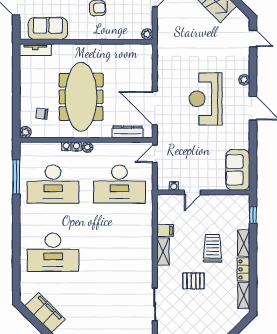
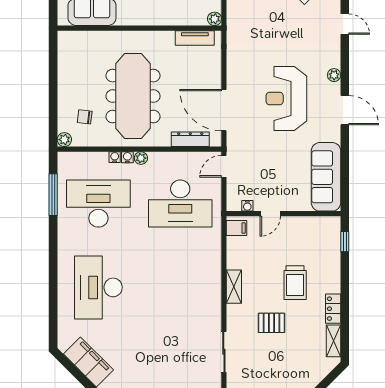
tv unit: (35, 50) -> (195, 38), moved
sofa: (238, 170) -> (326, 177), width x1.36
desk: (53, 184) -> (98, 204), turned 180
filing cabinet: (165, 231) -> (236, 228), moved
shelving: (244, 243) -> (333, 276), removed
trolley: (213, 248) -> (295, 283), turned 180
desk: (53, 252) -> (98, 287), turned 90

